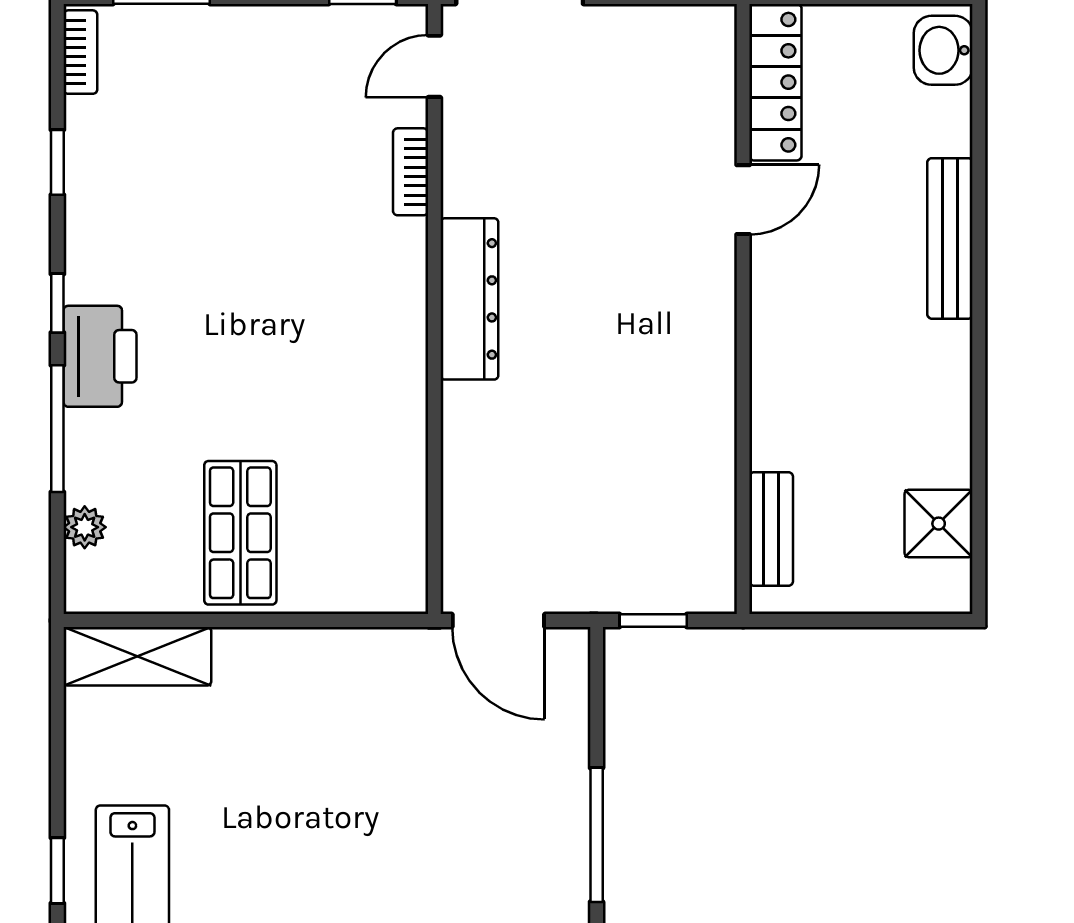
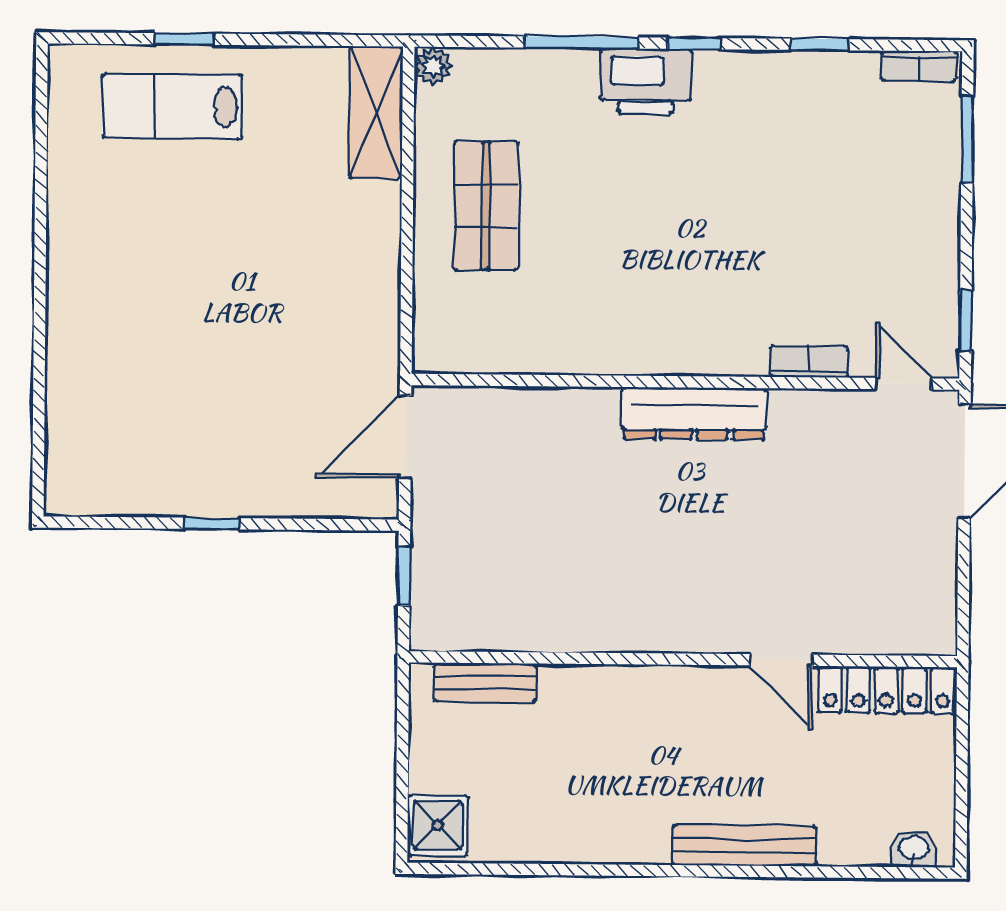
washbasin: (943, 50) -> (914, 849), width x0.72, depth x0.69
shower: (939, 524) -> (438, 825), moved
plant: (85, 527) -> (433, 66), moved
shop shelf: (240, 533) -> (486, 206), turned 90
window: (597, 835) -> (212, 523), width x0.46

